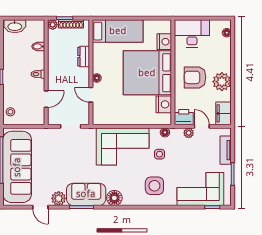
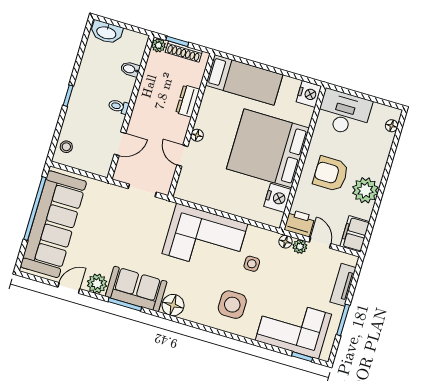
nightstand: (164, 42) -> (309, 94), moved
floor lamp: (165, 132) -> (286, 242), moved
door: (40, 207) -> (69, 288), swing flipped

